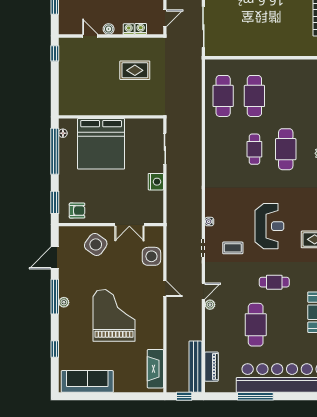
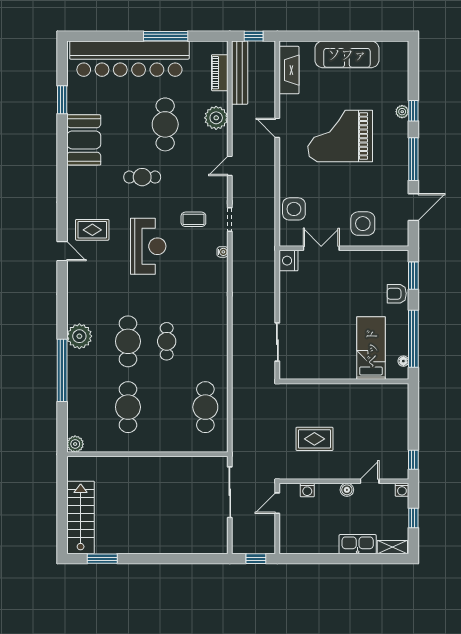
washing machine: (129, 29) -> (402, 490), moved
door: (90, 36) -> (370, 481), swing flipped
cafe table: (254, 96) -> (128, 407), moved
bed: (101, 144) -> (371, 348), width x0.49
nightstand: (156, 182) -> (289, 261), moved
armchair: (77, 211) -> (397, 294), moved
reception desk: (269, 226) -> (148, 246), turned 180
side table: (96, 244) -> (363, 224), turned -35
door: (165, 289) -> (277, 128), moved
plant: (64, 302) -> (402, 112), moved
plant: (210, 305) -> (216, 118), moved, width x1.87, depth x1.87
grand piano: (114, 315) -> (340, 136), turned 90
window: (55, 349) -> (413, 111), moved
sofa: (87, 381) -> (347, 54), moved

